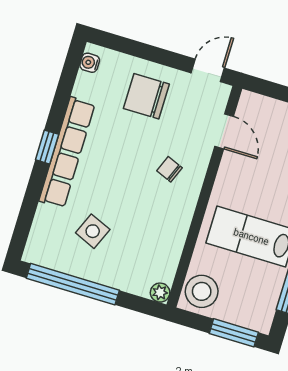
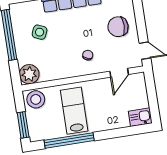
chair: (146, 96) -> (118, 27), turned -90
plant: (160, 293) -> (29, 74), width x1.87, depth x1.87

